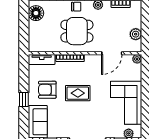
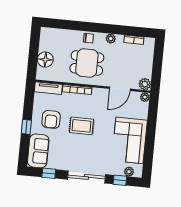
floor lamp: (36, 13) -> (45, 60), moved
plant: (136, 34) -> (145, 84), moved
armchair: (47, 90) -> (51, 119), turned -90

